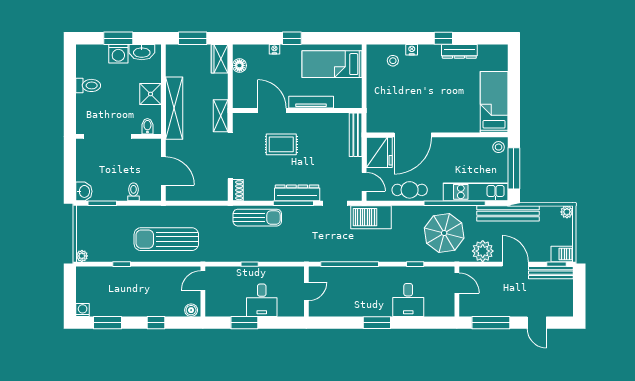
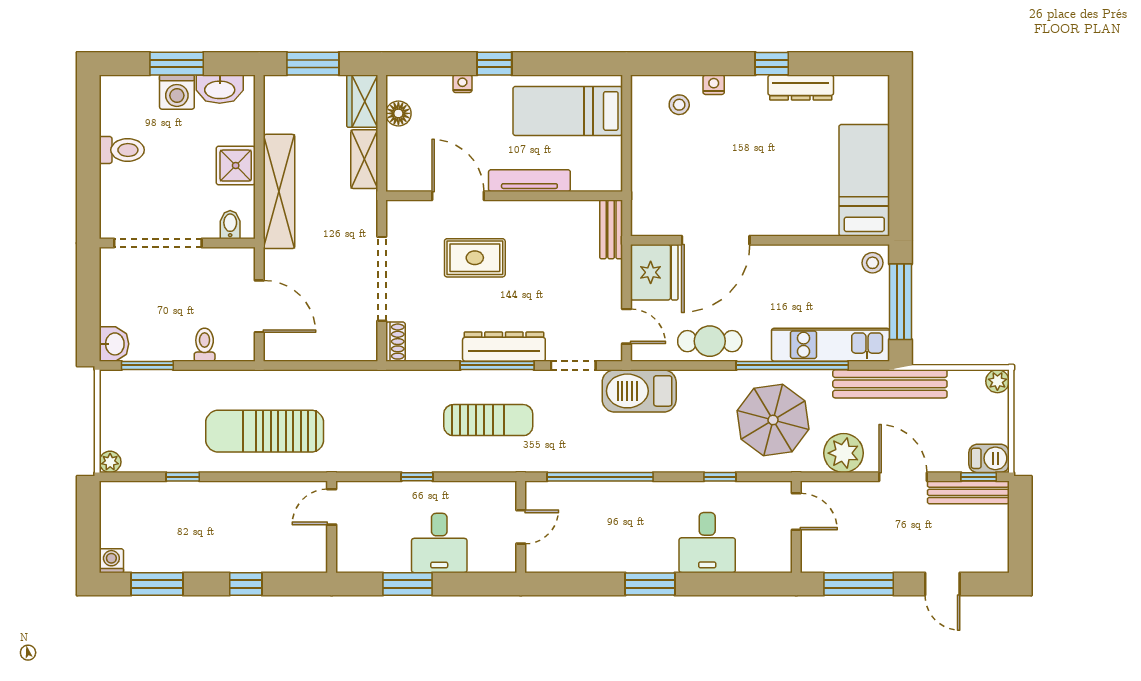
shelving: (221, 116) -> (364, 159), moved
bench: (356, 135) -> (611, 229), width x0.73
sun lounger: (257, 218) -> (488, 420), moved
boiler: (191, 310) -> (310, 561), removed

